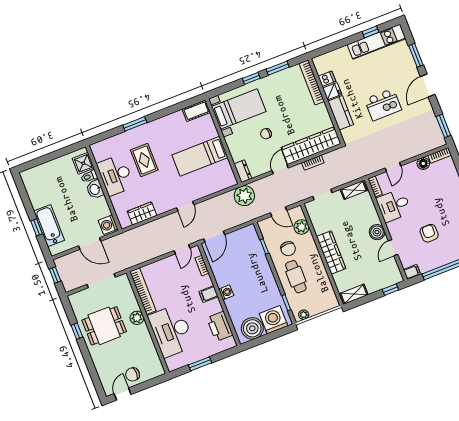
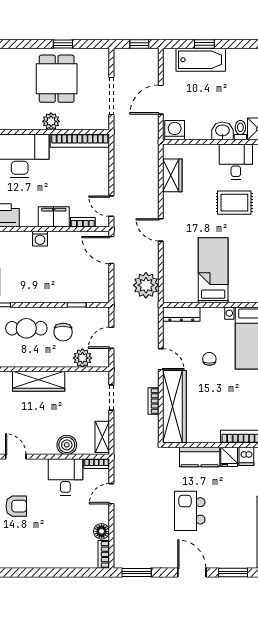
door: (393, 167) -> (111, 494), hinge flipped
dresser: (243, 171) -> (181, 314), width x1.44
desk: (115, 175) -> (236, 162), width x0.73
plant: (244, 196) -> (146, 285), moved
boiler: (377, 232) -> (67, 445), moved
chair: (288, 249) -> (63, 332), turned -90
filing cabinet: (208, 294) -> (54, 217), width x2.00

